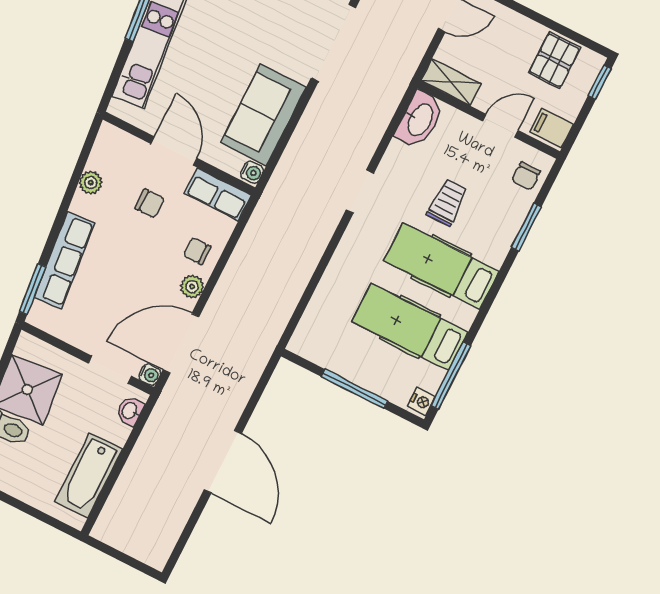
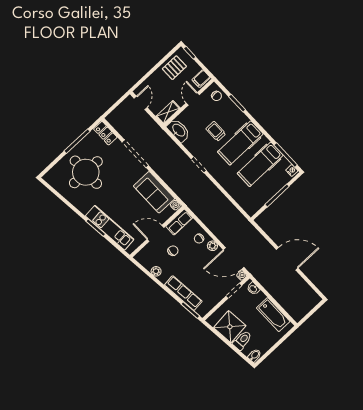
pallet: (555, 60) -> (174, 68), turned 90
door: (181, 343) -> (234, 258), hinge flipped

